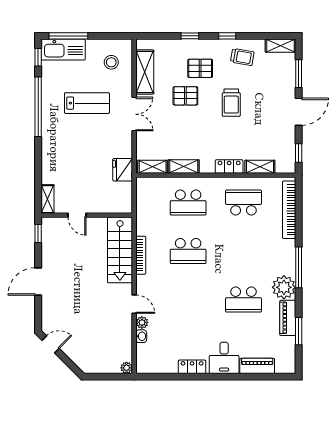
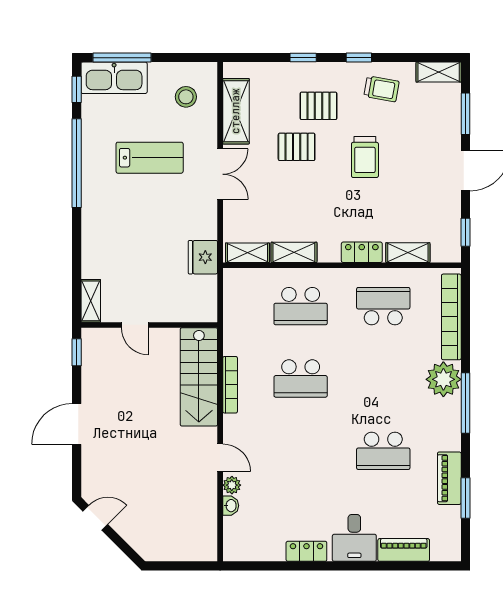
plant: (284, 287) -> (443, 379), moved
plant: (127, 368) -> (209, 553), removed

